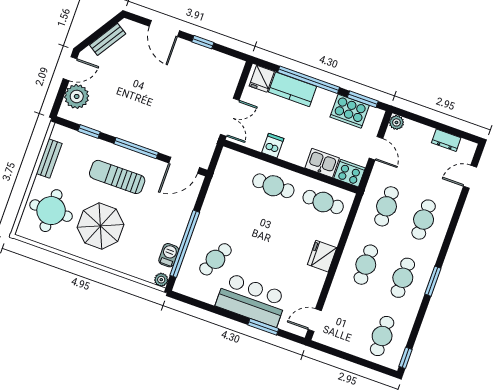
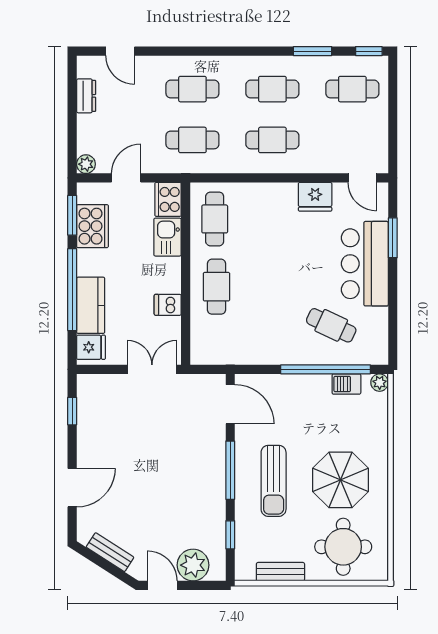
window: (203, 42) -> (72, 411), moved
fridge: (322, 256) -> (315, 197), moved
window: (433, 281) -> (313, 51), moved

